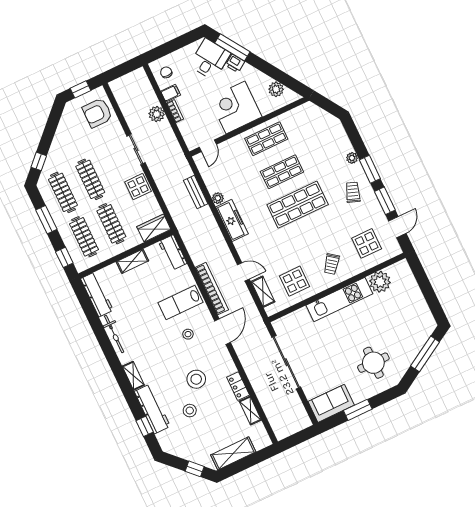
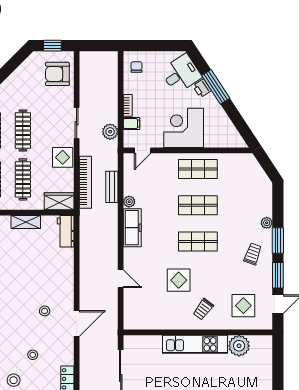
window: (232, 47) -> (216, 87), moved
plant: (276, 89) -> (228, 129), removed
filing cabinet: (171, 93) -> (132, 124), moved
plant: (157, 114) -> (110, 132), moved
shop shelf: (298, 205) -> (198, 241), width x0.70, depth x0.74
display table: (295, 281) -> (179, 280), moved
bookcase: (212, 289) -> (85, 182), moved
shelving: (263, 292) -> (130, 305), removed
lab bench: (181, 303) -> (51, 279), removed
stool: (196, 379) -> (33, 355), width x0.53, depth x0.53

